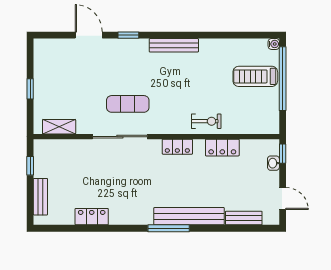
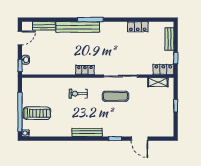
exercise bike: (206, 121) -> (78, 94), moved
locker: (222, 148) -> (163, 69), moved
door: (283, 198) -> (20, 38), swing flipped

